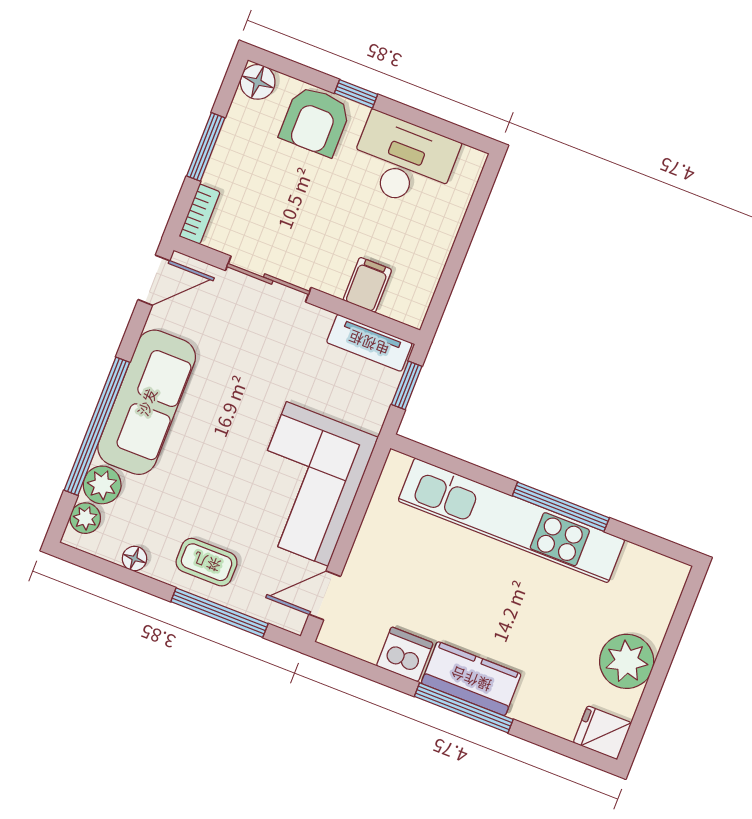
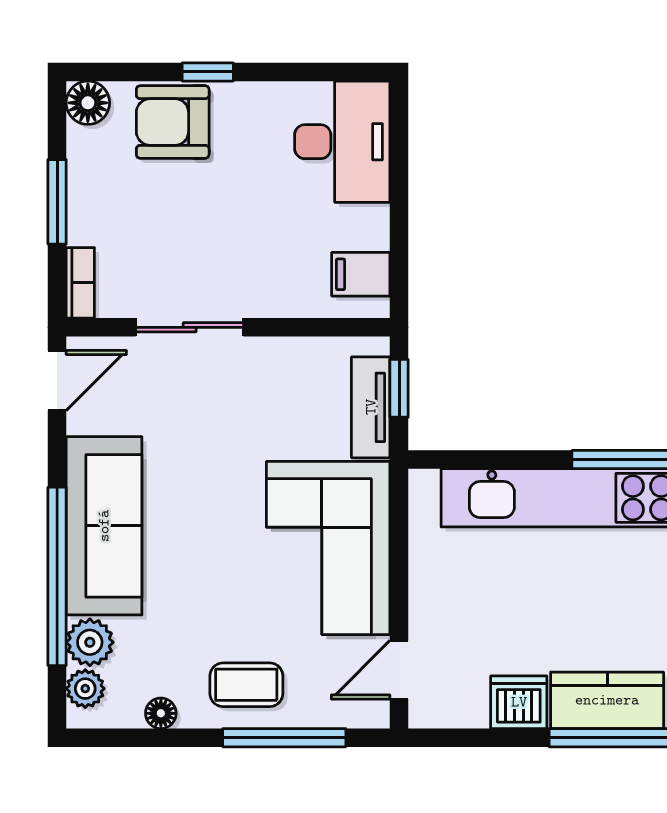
armchair: (315, 121) -> (173, 122), turned 90
desk: (403, 161) -> (342, 142), moved, turned 90
filing cabinet: (367, 285) -> (361, 274), moved, turned -90
tv unit: (369, 343) -> (371, 407), moved, turned 90

